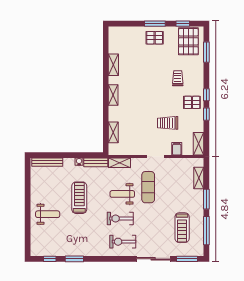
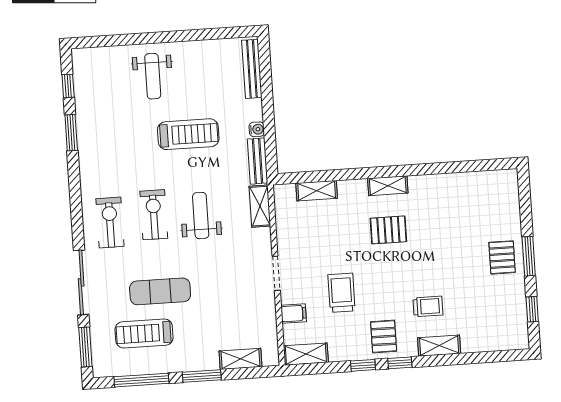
pallet: (188, 41) -> (388, 230), moved, width x0.67, depth x0.71
window: (206, 52) -> (481, 357), removed
shelving: (113, 65) -> (439, 346), moved
exercise mat: (148, 187) -> (160, 291), moved

